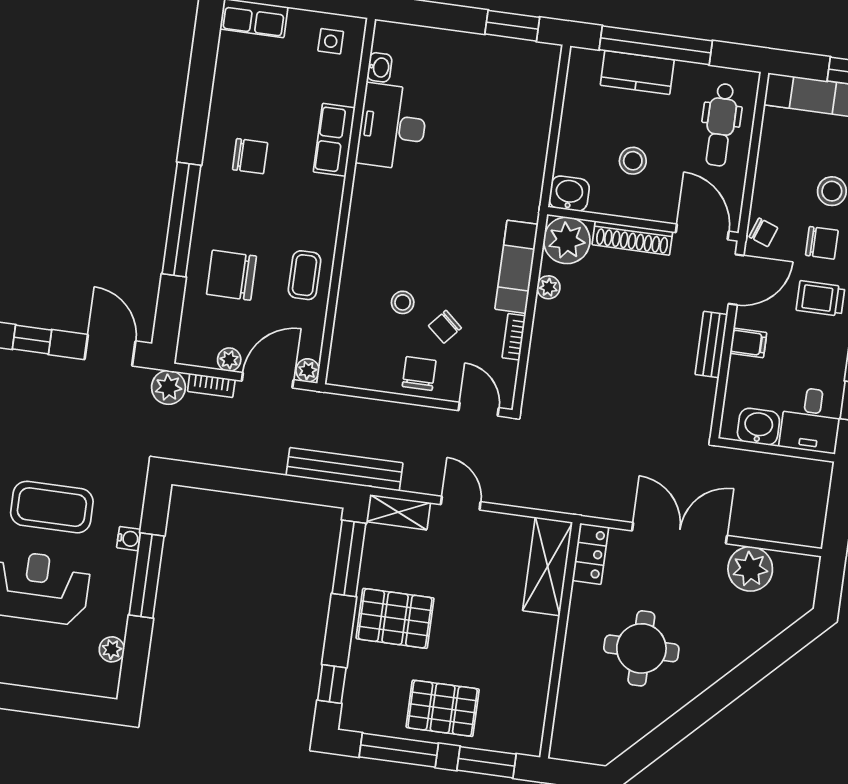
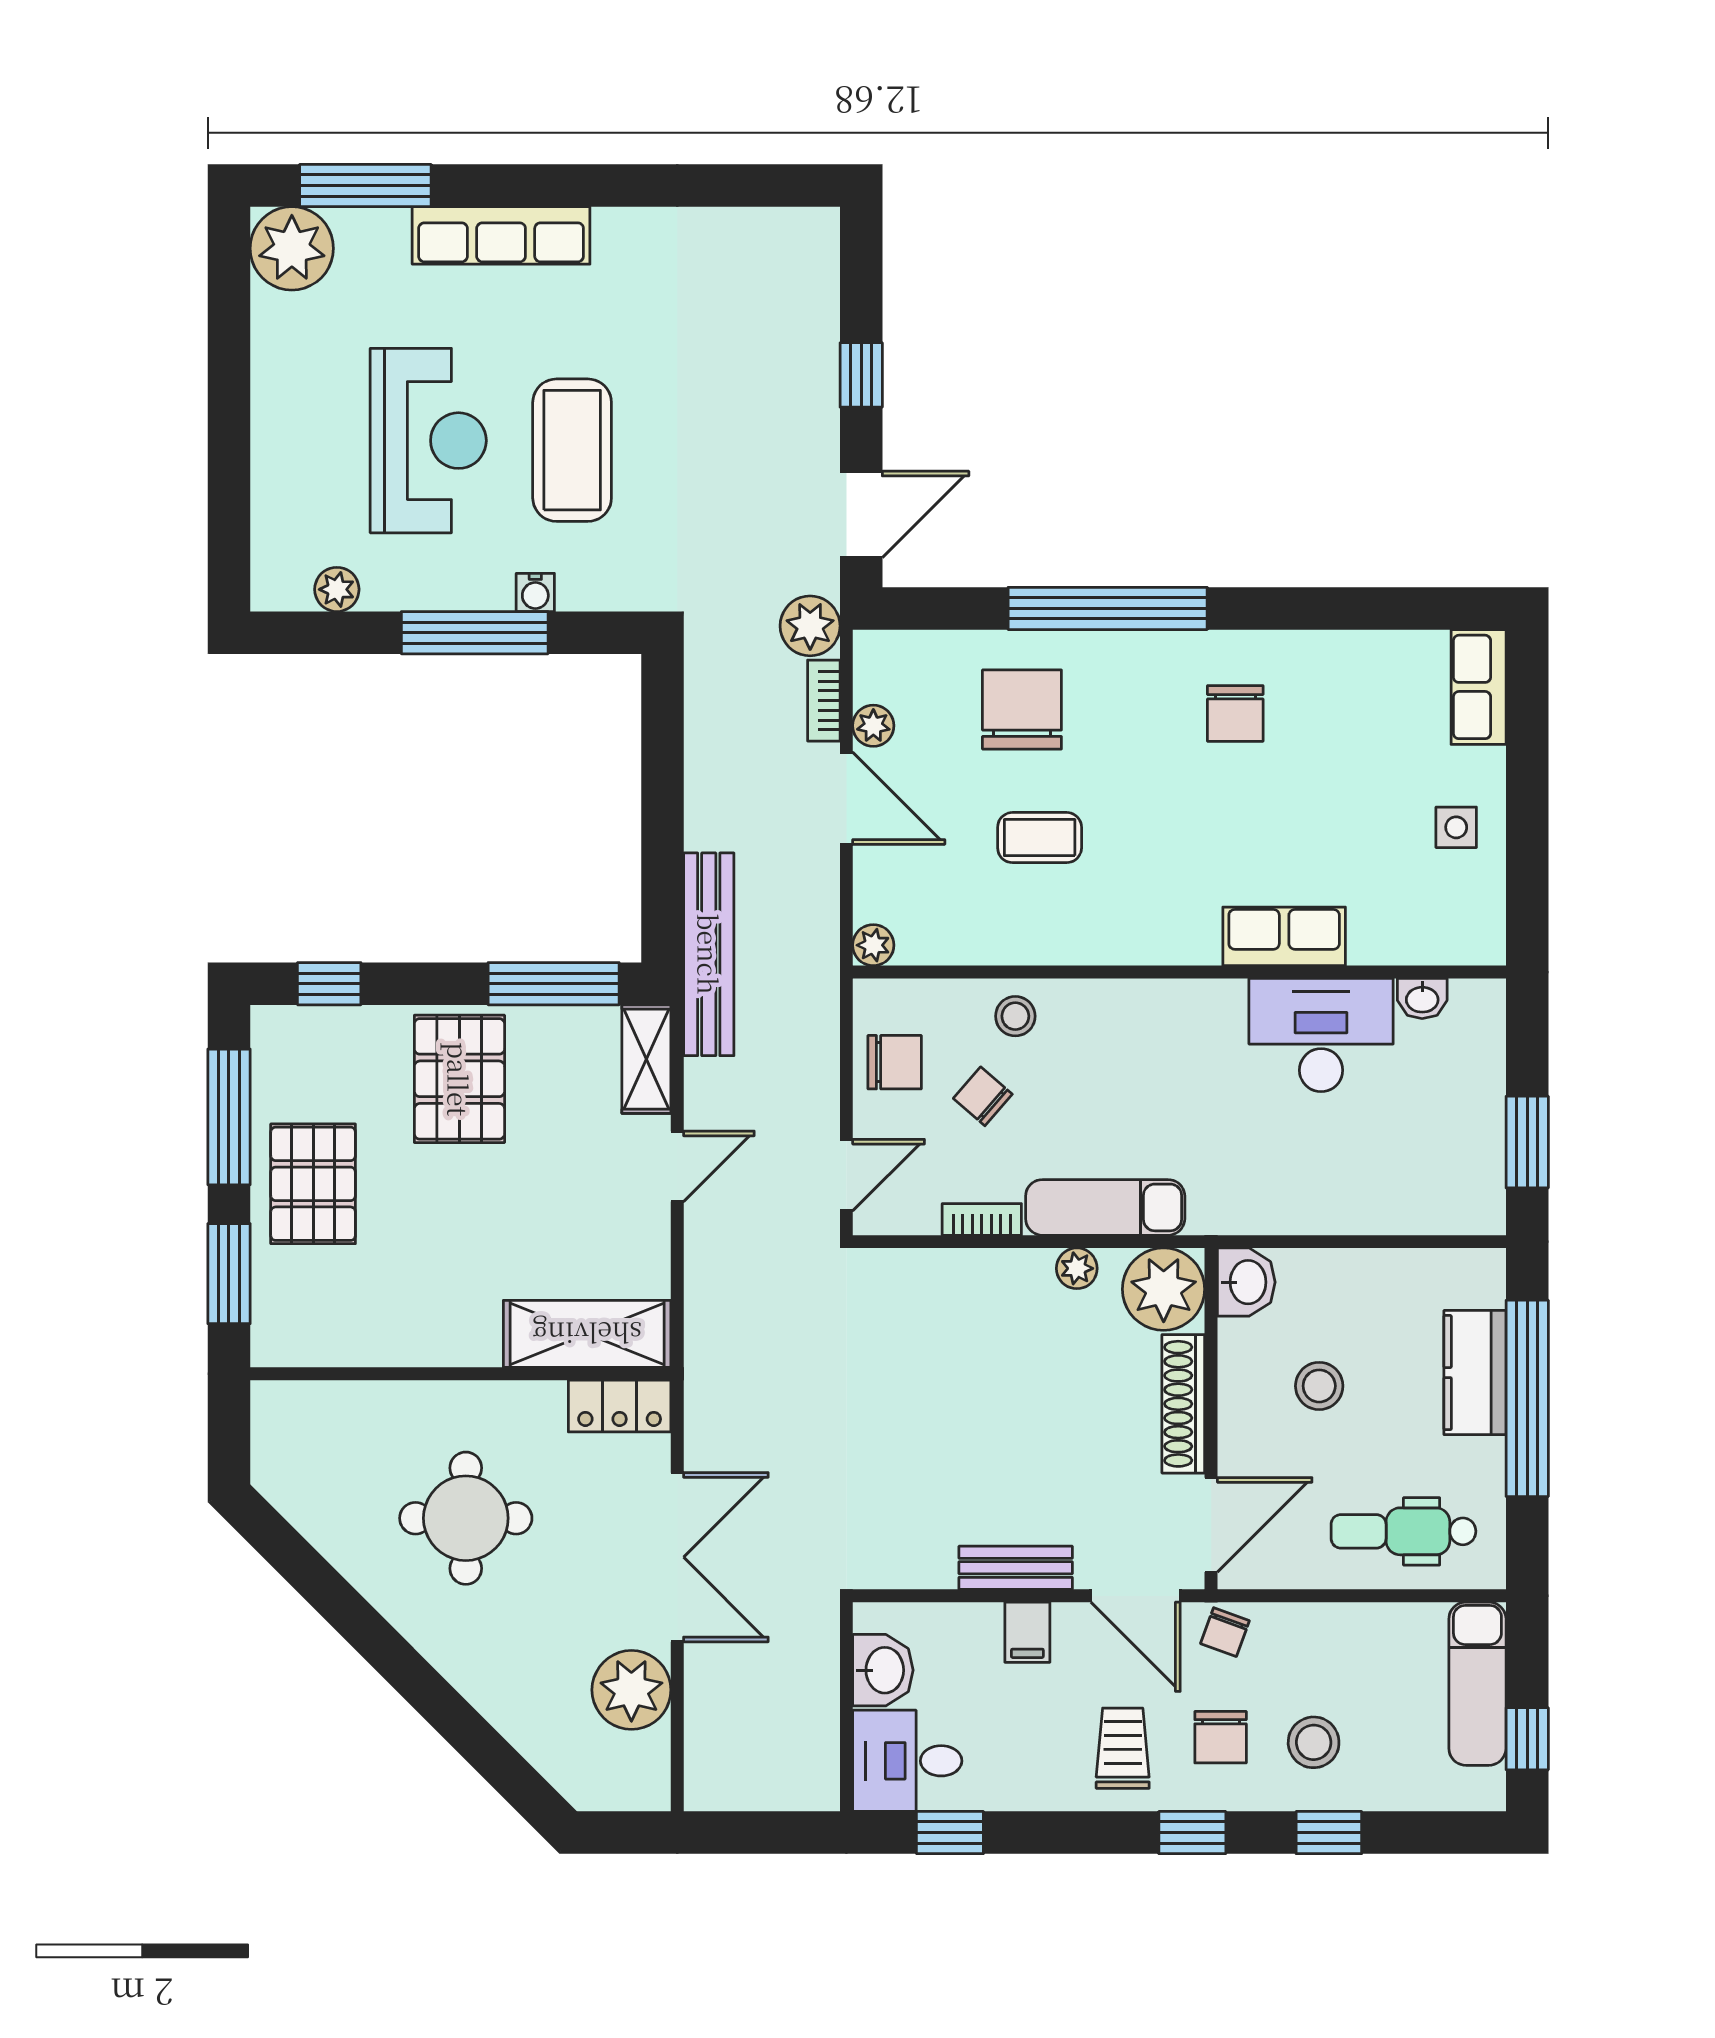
washbasin: (380, 67) -> (1422, 998), moved
desk: (392, 127) -> (1321, 1035), moved
row of seats: (334, 140) -> (1284, 936), moved
wall: (346, 201) -> (1179, 972), moved
plant: (308, 370) -> (873, 945), moved

